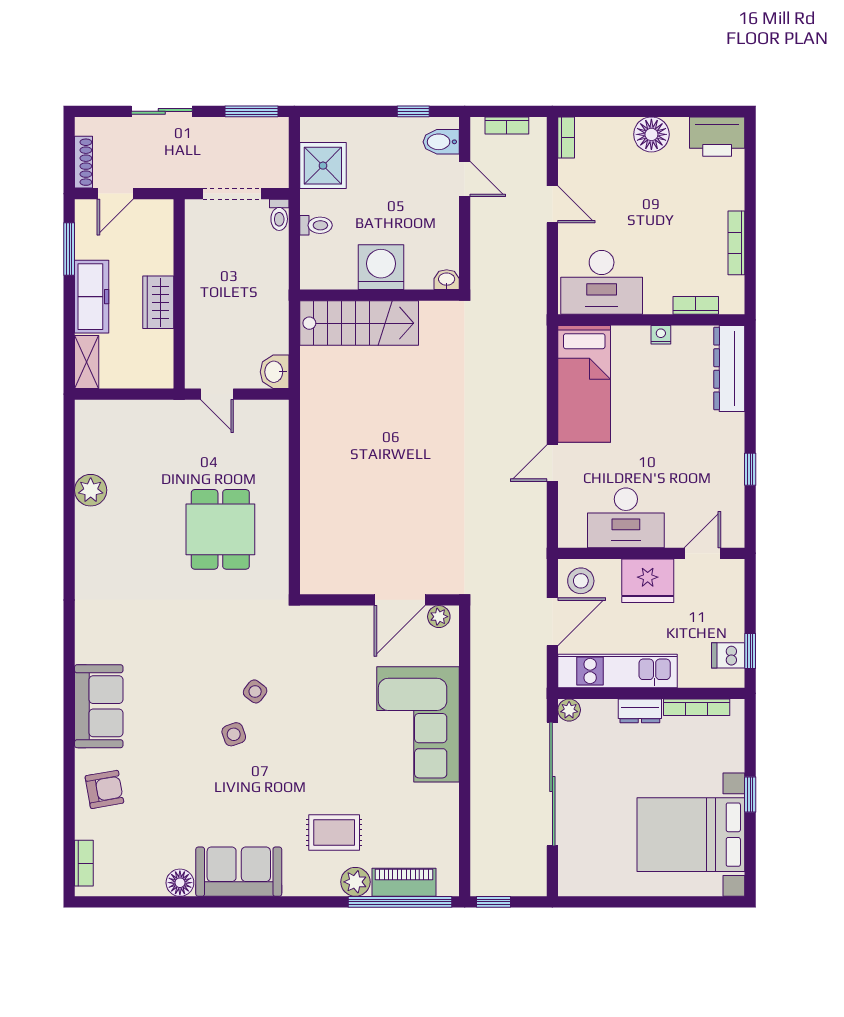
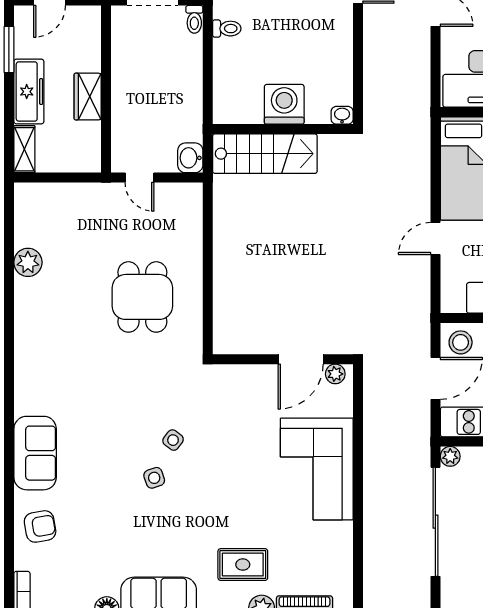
washing machine: (381, 267) -> (284, 104), moved
washbasin: (447, 280) -> (342, 115), moved
wall: (379, 295) -> (283, 129), moved
stairs: (359, 323) -> (265, 154), moved

